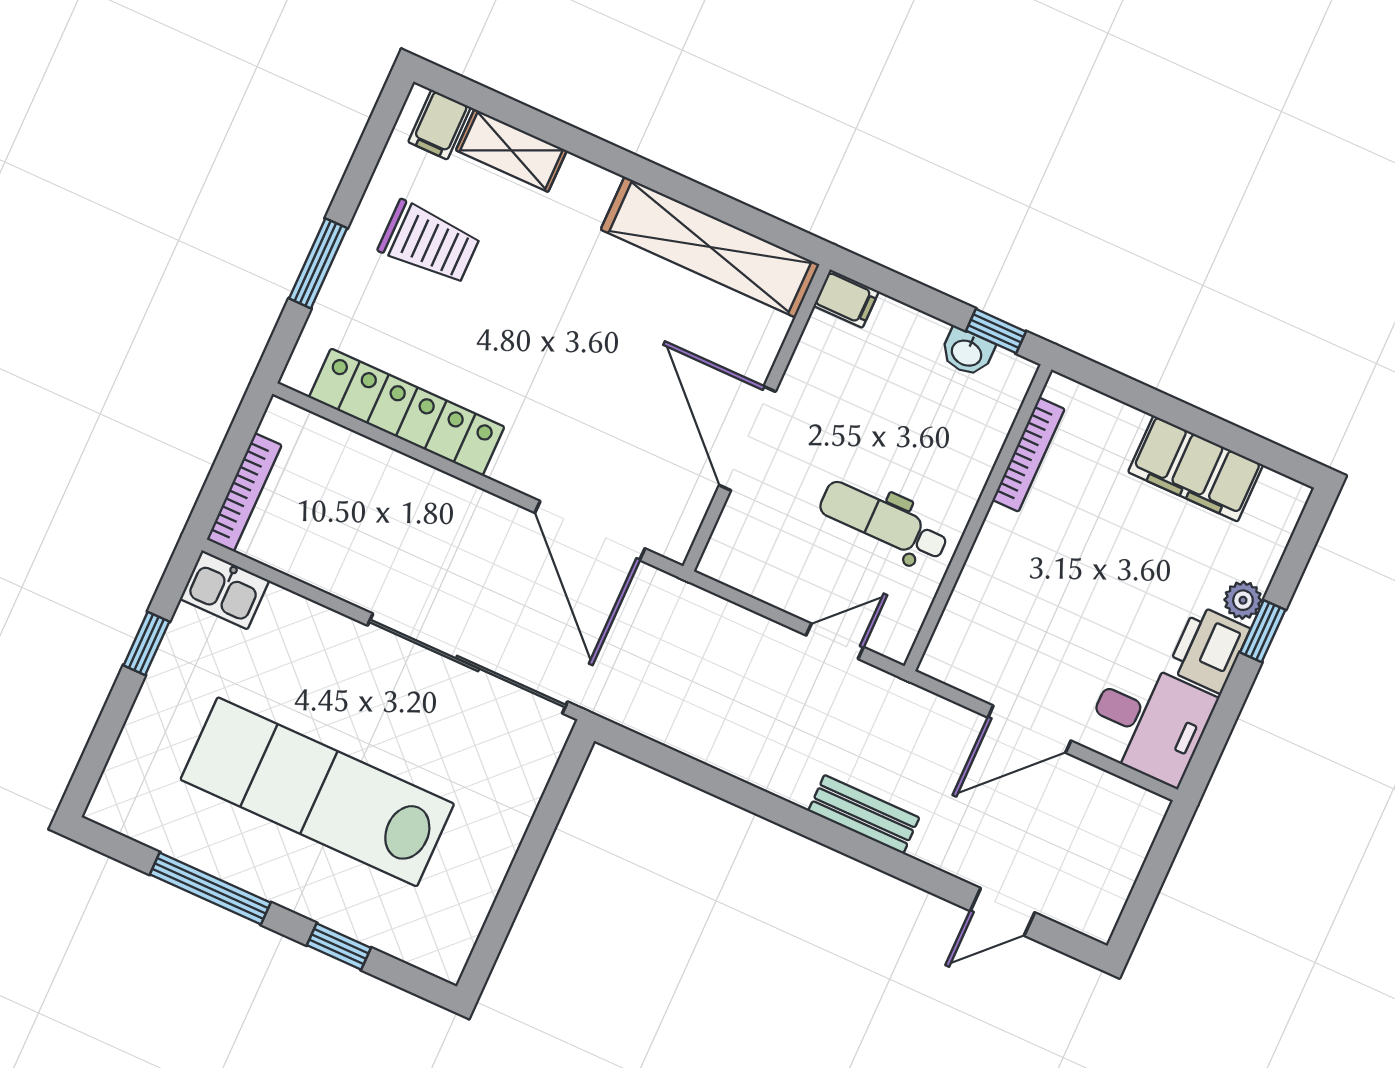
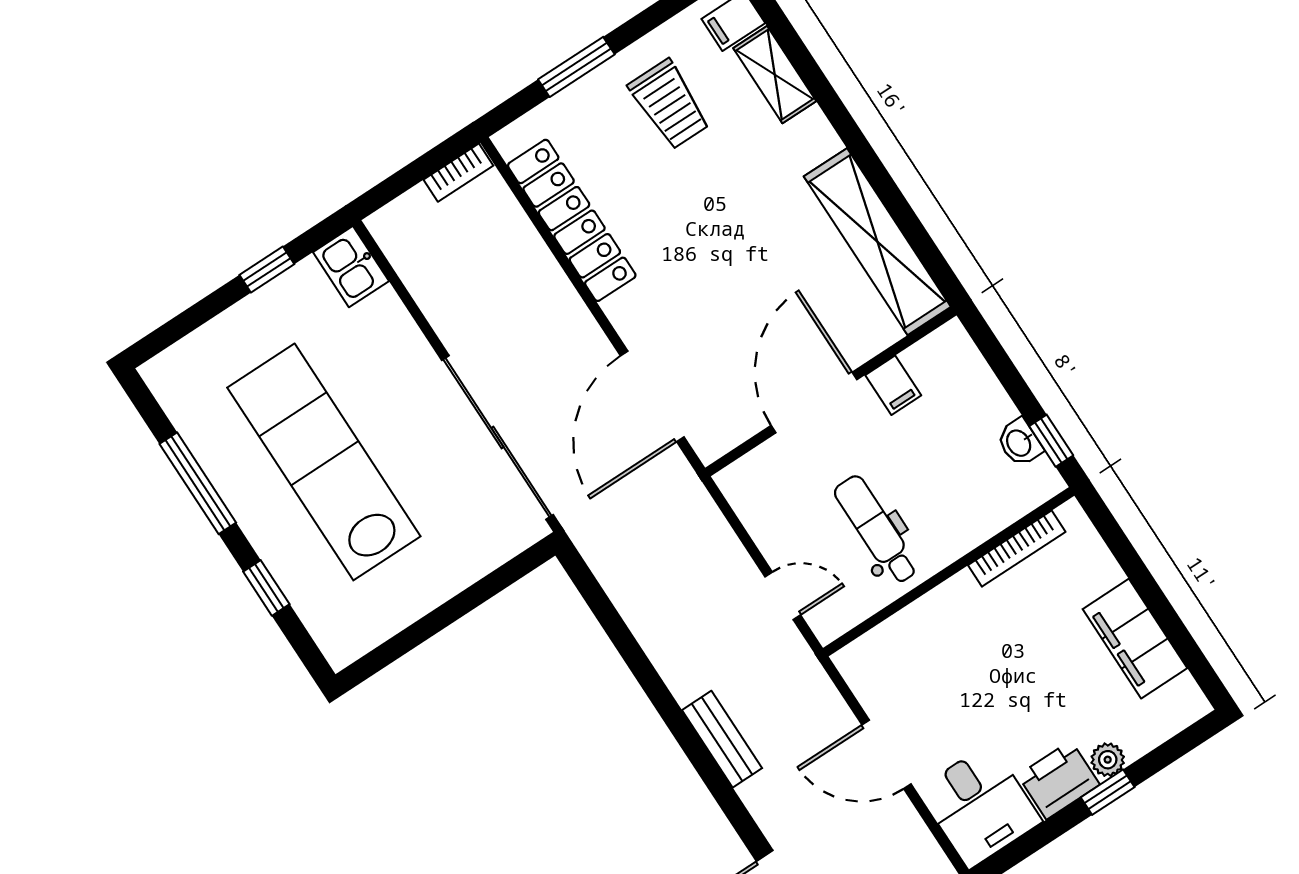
filing cabinet: (846, 299) -> (893, 385), moved
bookcase: (244, 492) -> (458, 173), moved, width x0.64

